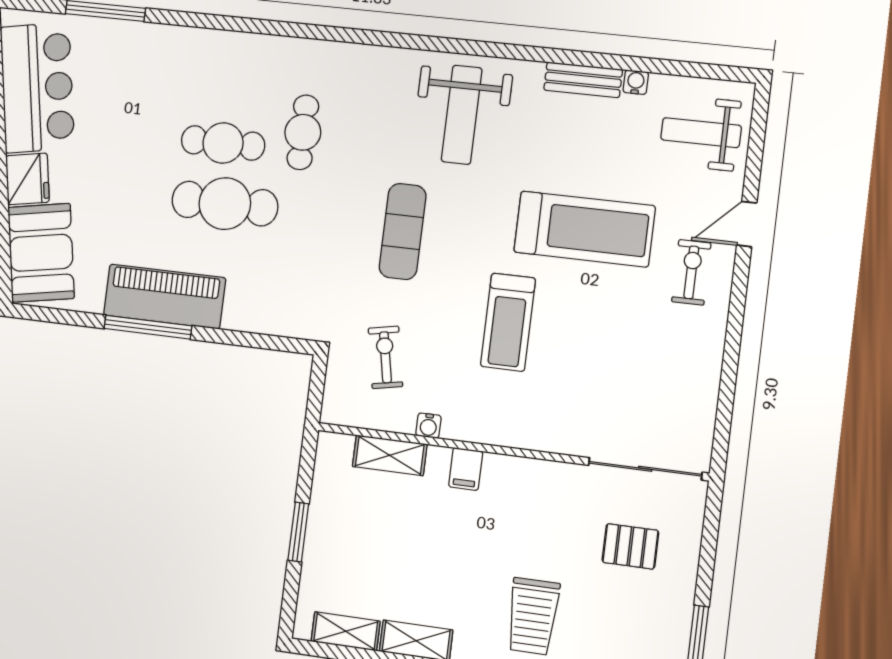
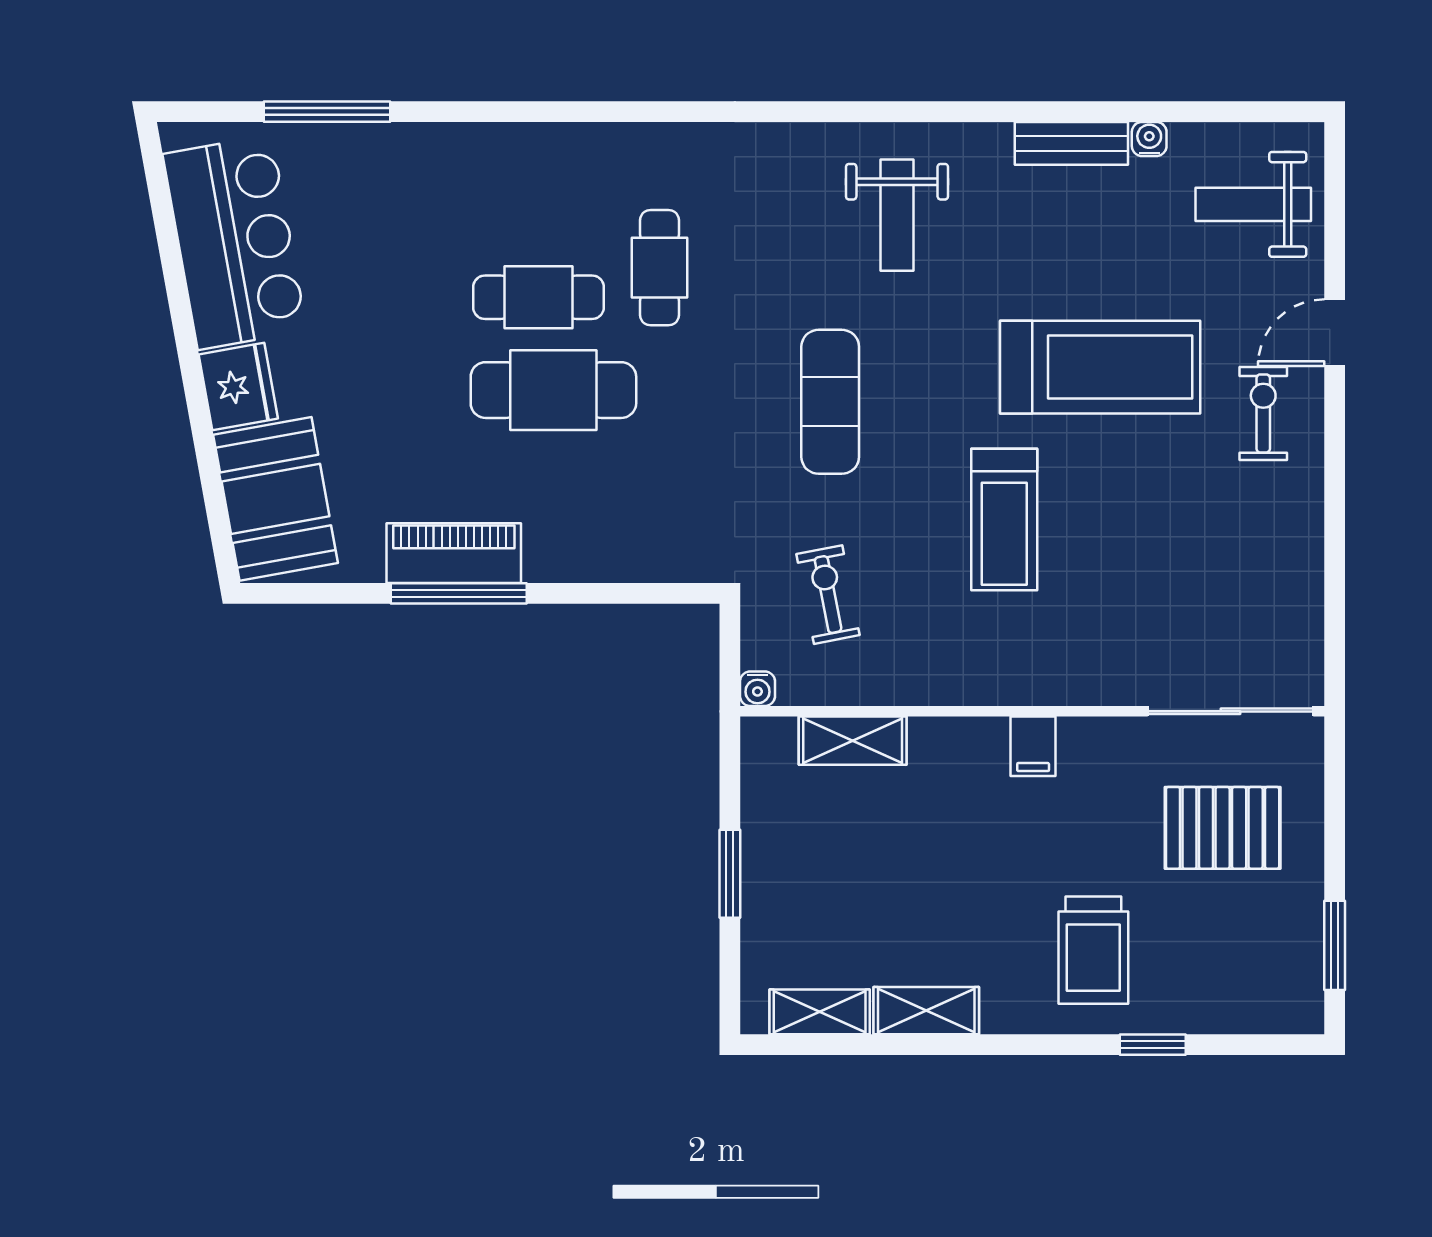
weight bench: (462, 115) -> (897, 215), width x0.73, depth x0.75
piano: (164, 296) -> (454, 553), width x0.73, depth x0.75
water cooler: (428, 426) -> (757, 689), moved
filing cabinet: (466, 469) -> (1033, 746), moved
pallet: (630, 546) -> (1223, 828), width x1.50, depth x1.42

